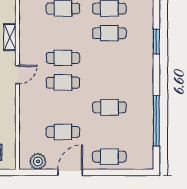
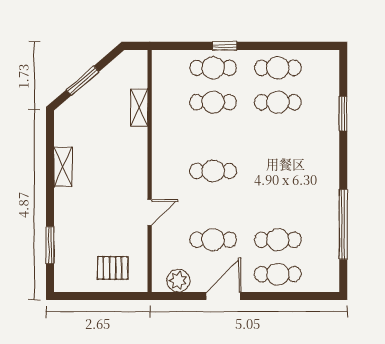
cafe table: (63, 58) -> (213, 102), moved
door: (17, 74) -> (150, 212), moved
cafe table: (109, 107) -> (278, 240), moved

